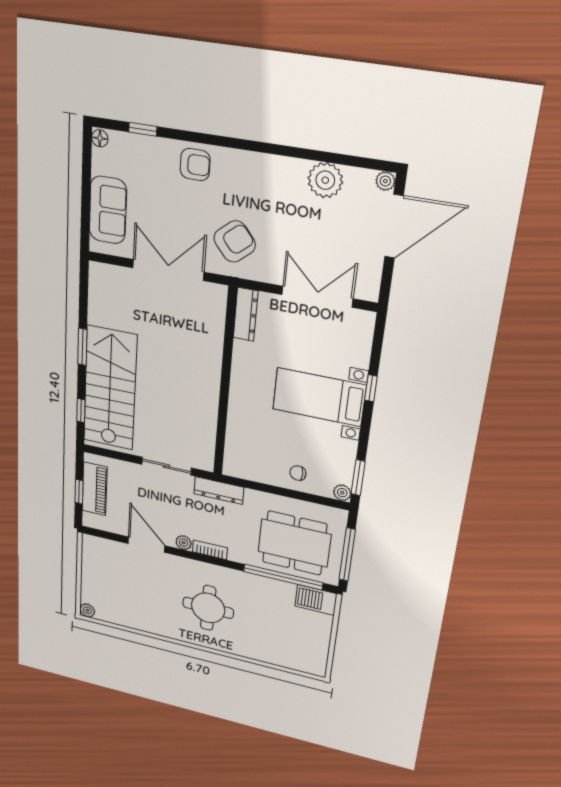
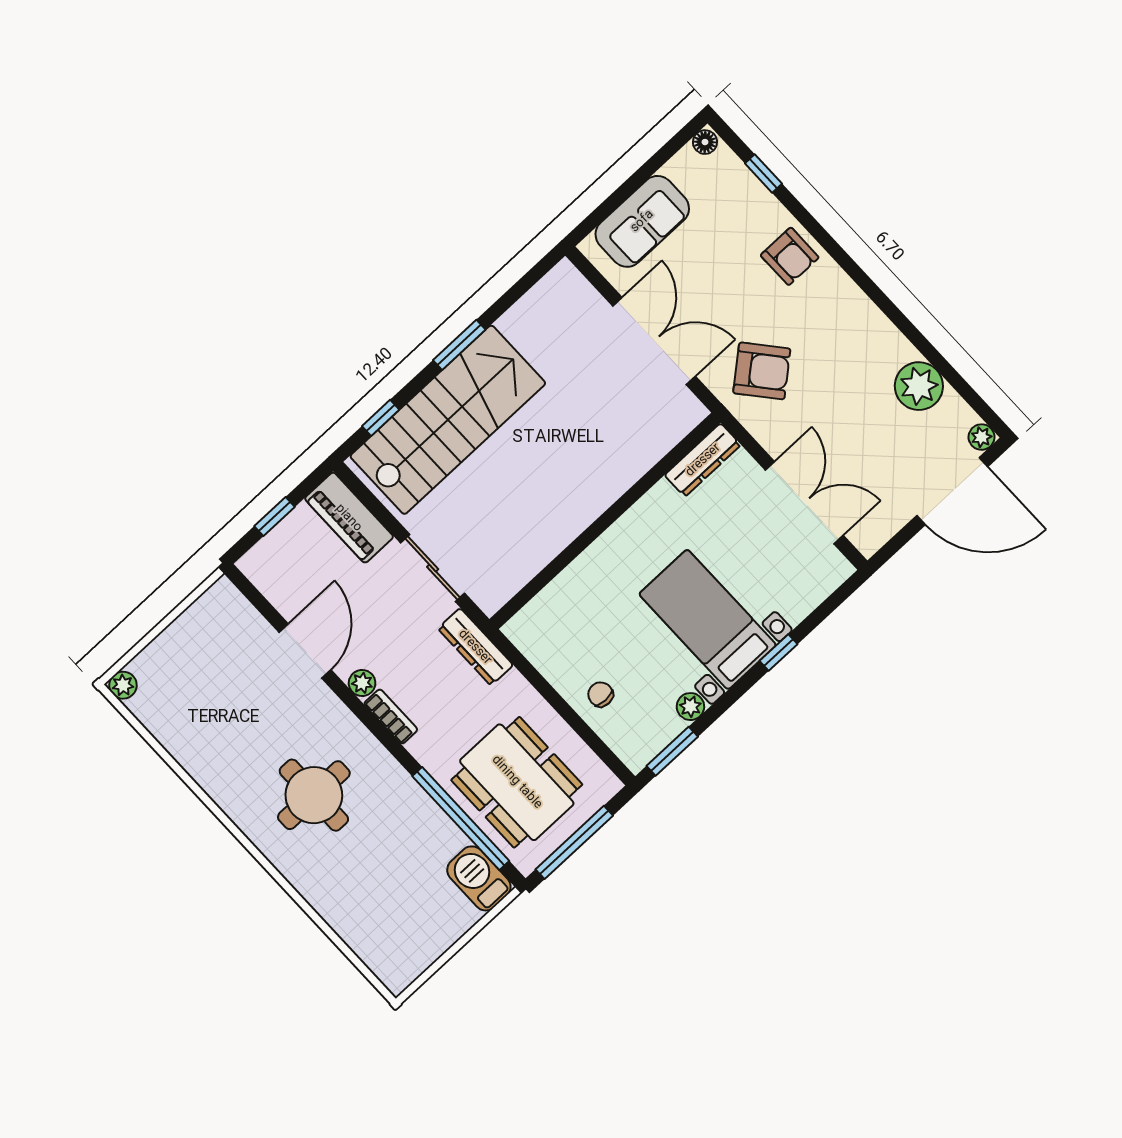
piano: (95, 489) -> (349, 518), moved, turned 90
plant: (342, 493) -> (690, 707), moved

